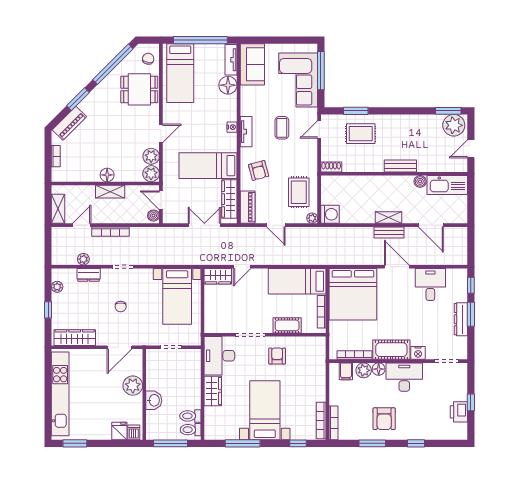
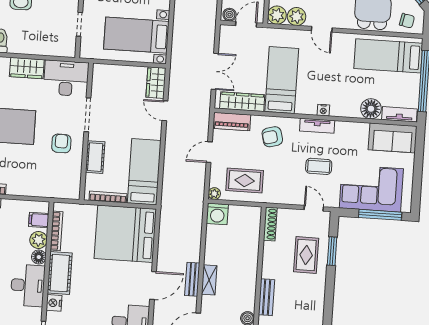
shoe rack: (331, 167) -> (270, 224), width x1.43
armchair: (277, 356) -> (61, 143), turned -90

